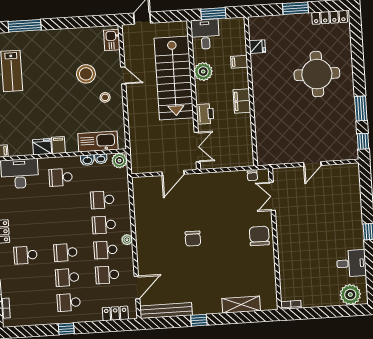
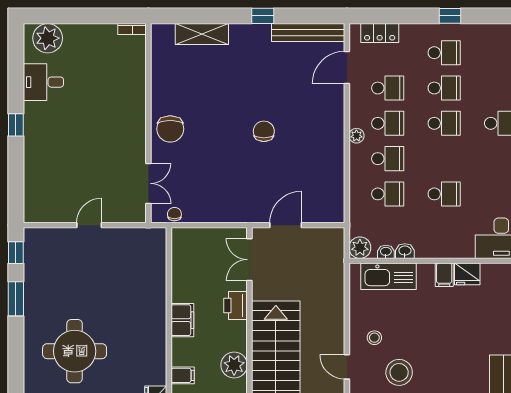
school desk: (61, 177) -> (444, 194), moved

